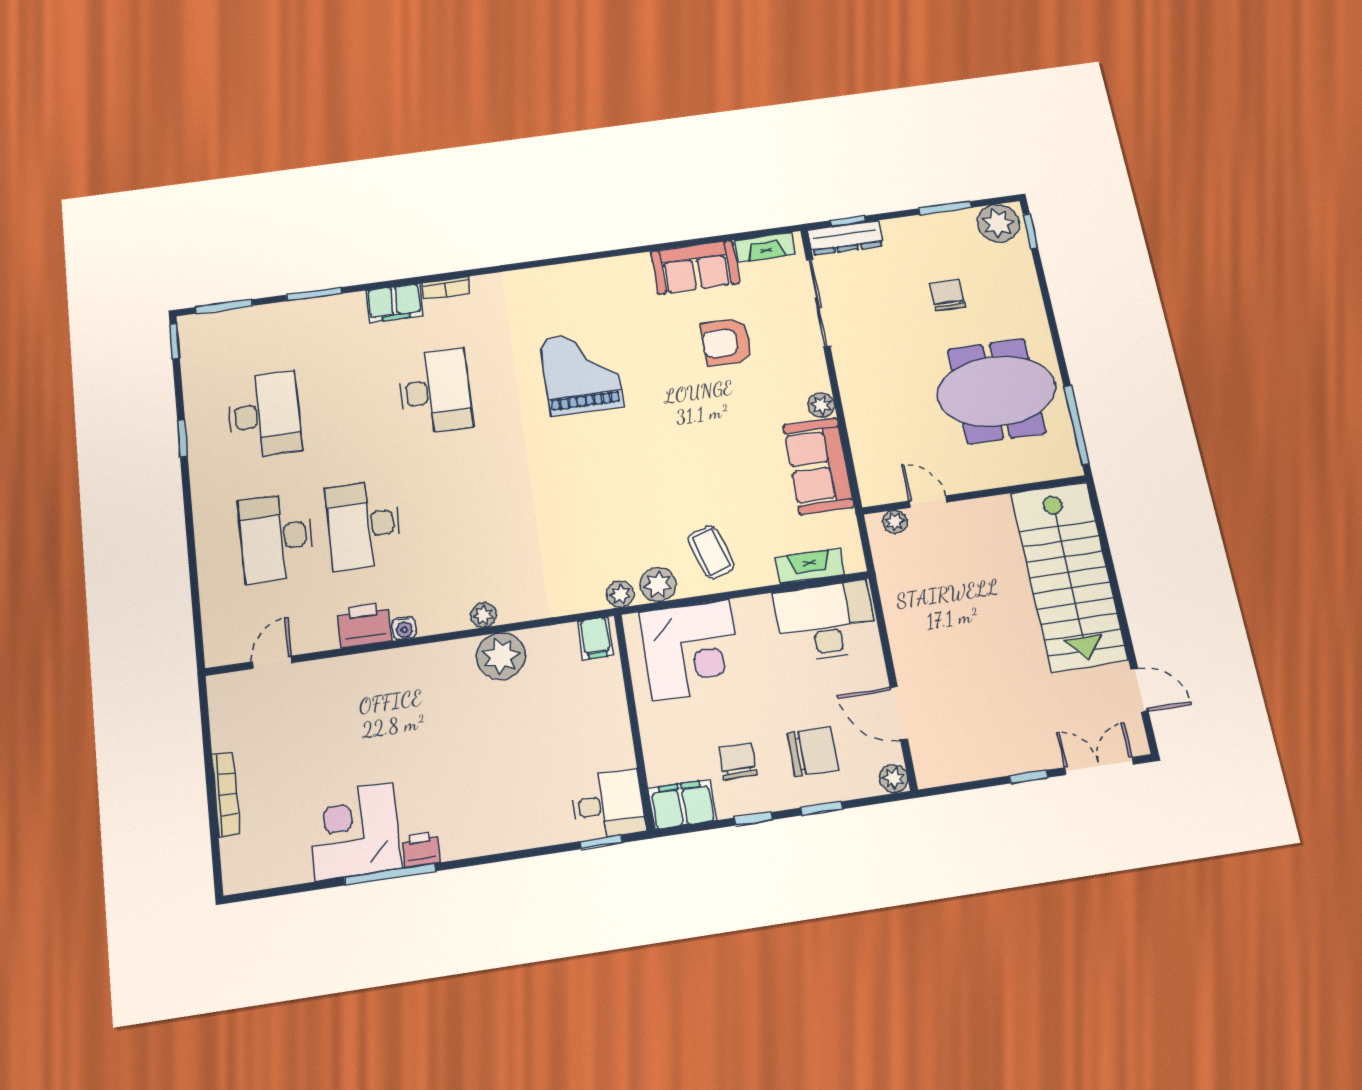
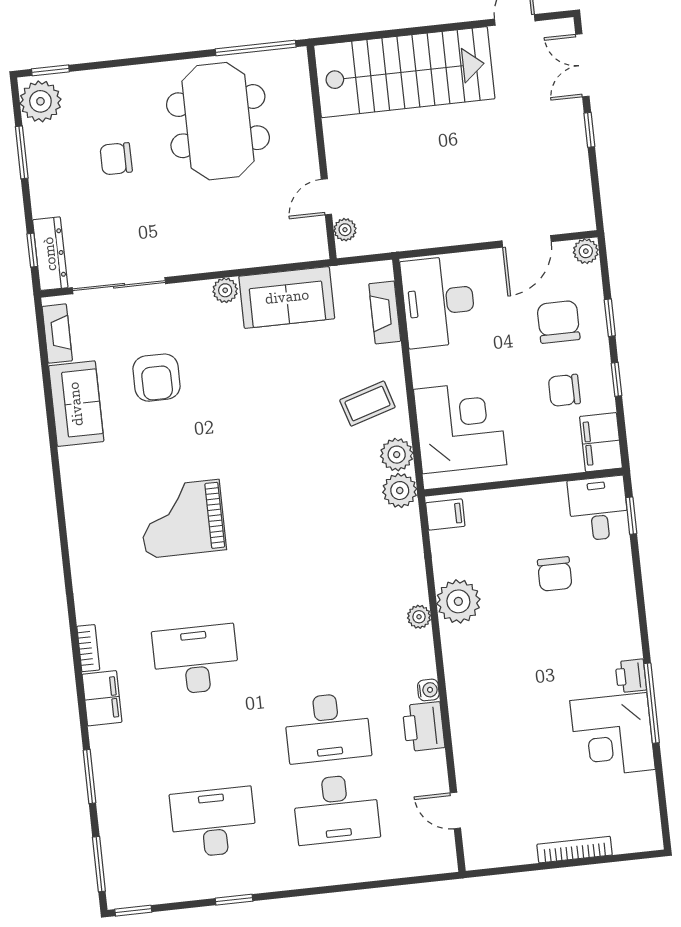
plant: (620, 594) -> (400, 491), width x1.38, depth x1.38
chair: (534, 759) -> (555, 574), added

